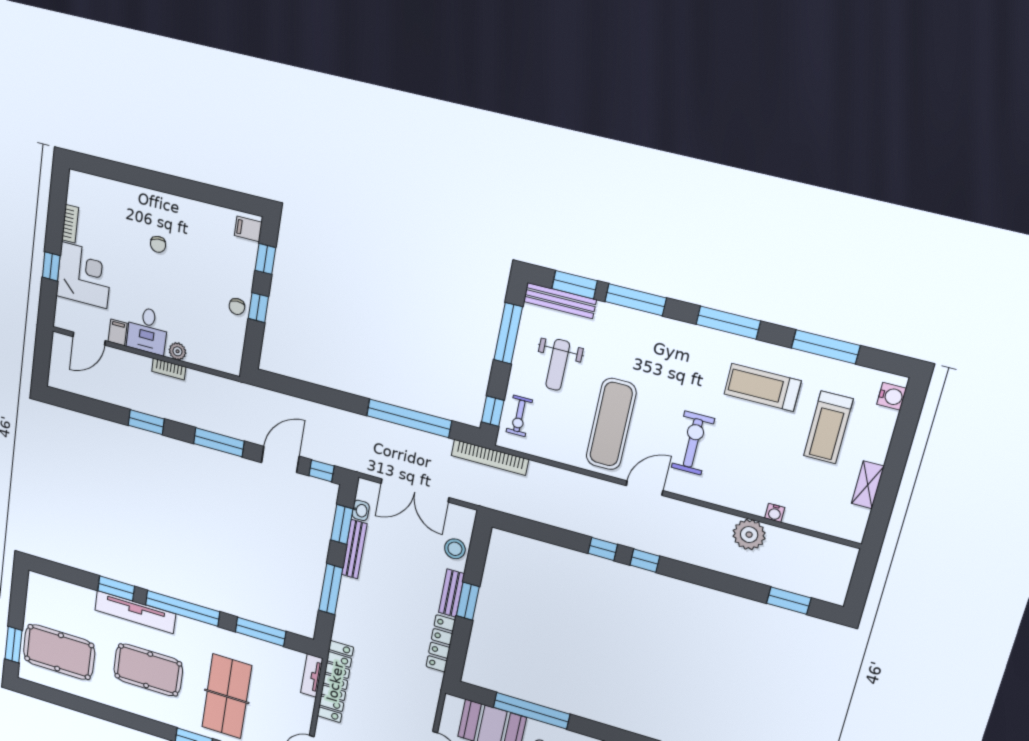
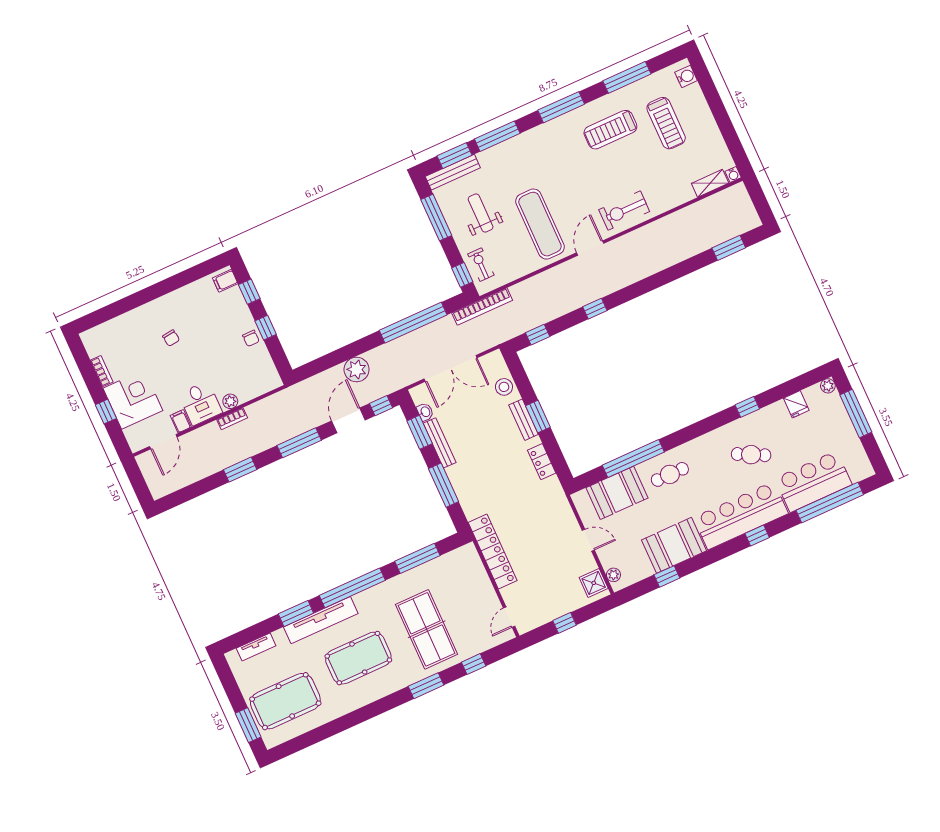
weight bench: (558, 365) -> (481, 213), turned 180
exercise bike: (519, 416) -> (481, 265), turned 180
exercise bike: (693, 443) -> (624, 211), moved, turned -90
shelving: (868, 485) -> (710, 183), moved, turned 90
water cooler: (775, 513) -> (733, 174), moved
plant: (749, 535) -> (357, 370), moved
window: (645, 561) -> (538, 335), moved
locker: (441, 643) -> (542, 462), width x0.66
tv unit: (312, 675) -> (256, 647), moved, turned -90

